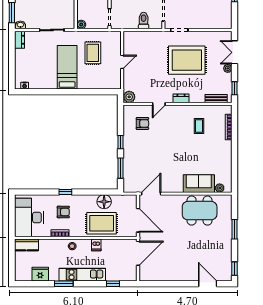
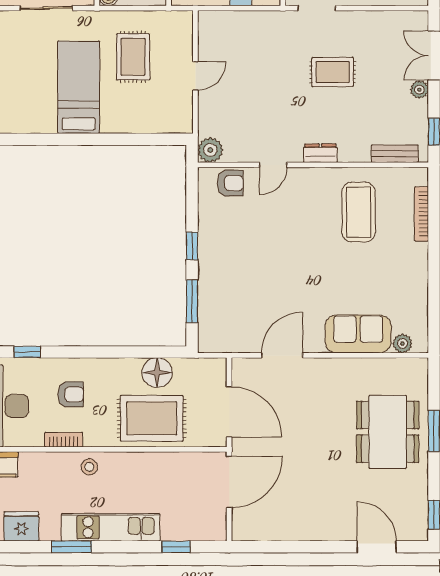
rug: (187, 60) -> (333, 72), width x0.54, depth x0.49
armchair: (142, 123) -> (230, 183), moved
coffee table: (199, 126) -> (358, 212), width x1.86, depth x1.72
window: (65, 192) -> (27, 352), moved
door: (151, 194) -> (282, 355), moved
dining table: (200, 211) -> (388, 432), moved, turned 90
dishwasher: (96, 245) -> (140, 464), removed

